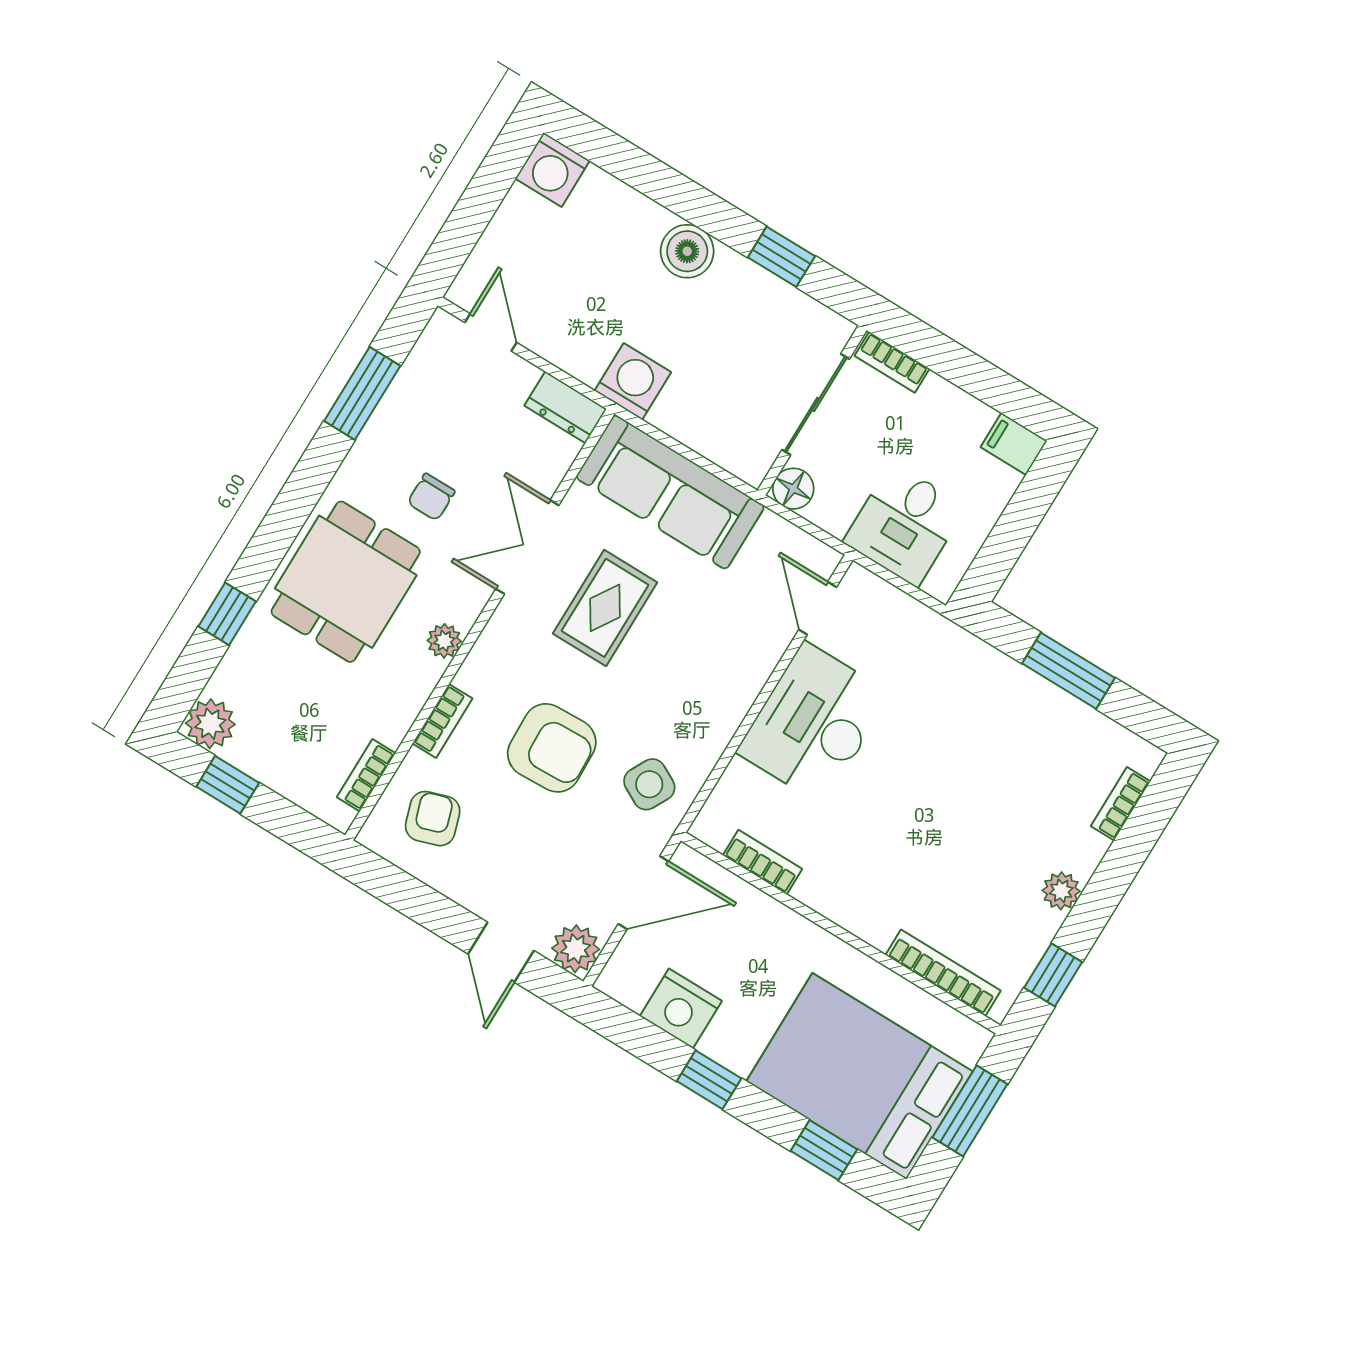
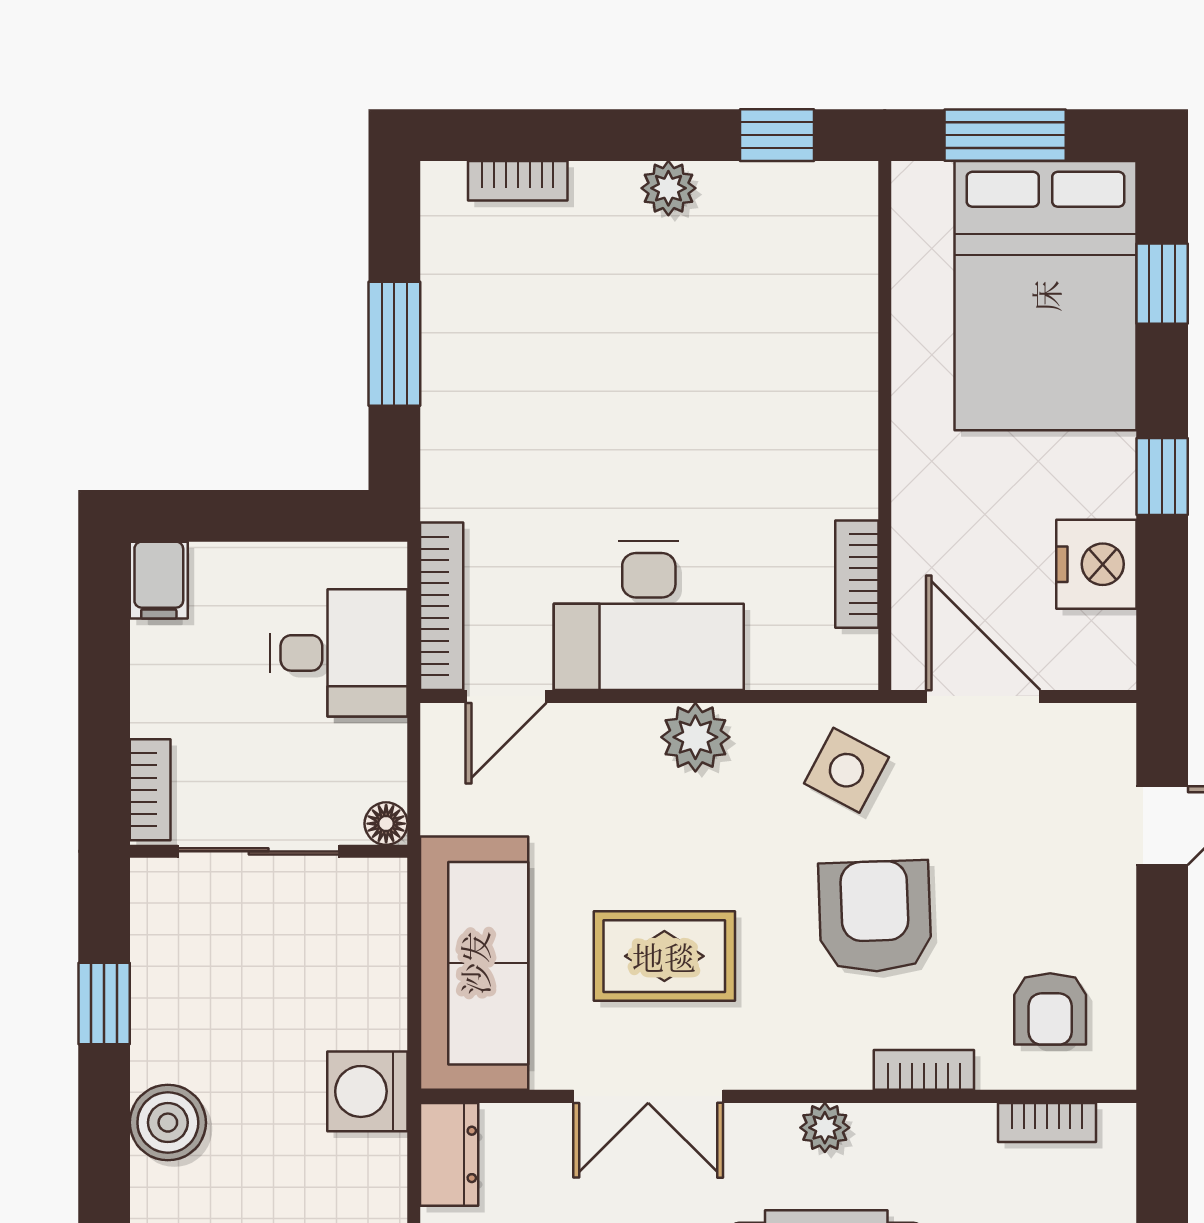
floor lamp: (793, 489) -> (386, 824), width x0.73, depth x0.73
armchair: (433, 819) -> (1050, 1009), turned -72
plant: (576, 949) -> (695, 737), moved
bookcase: (943, 973) -> (442, 606), moved, turned 180

